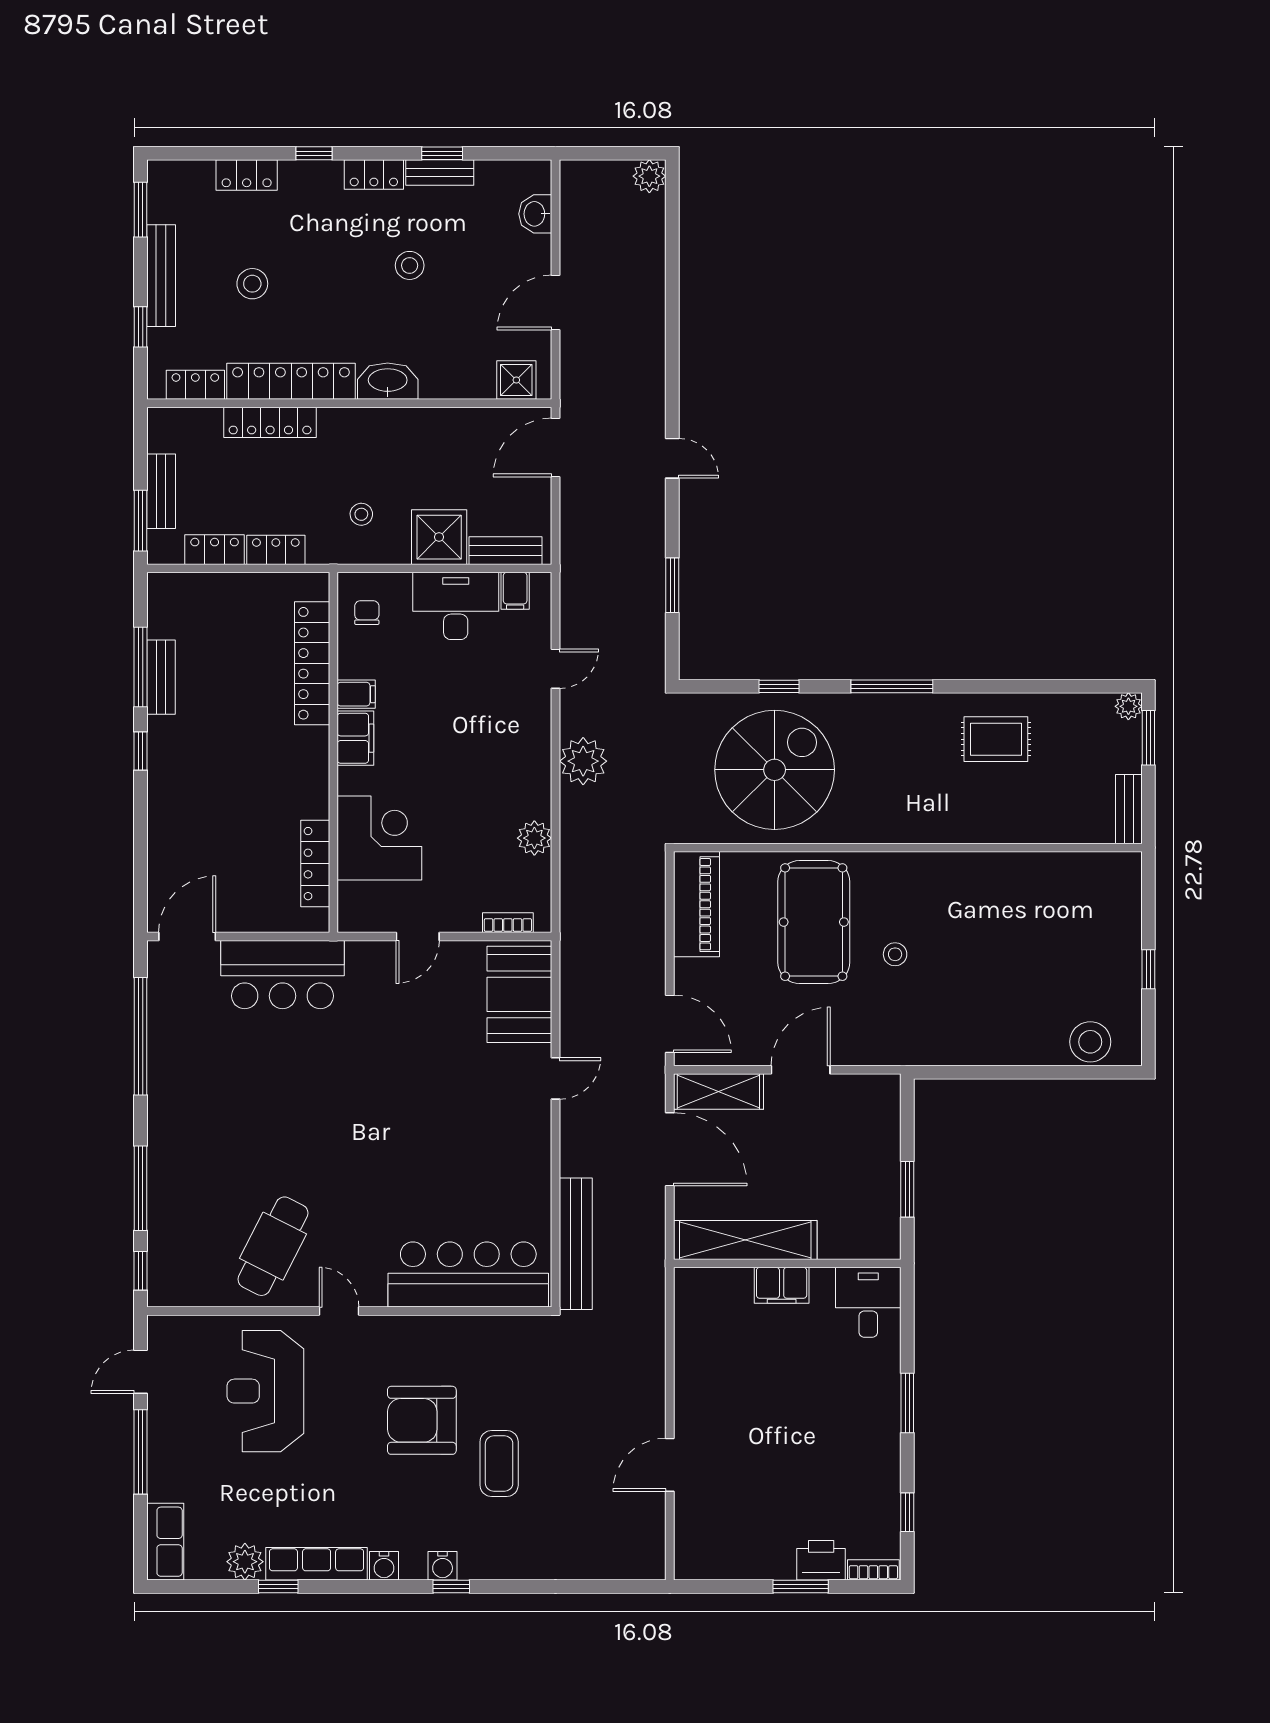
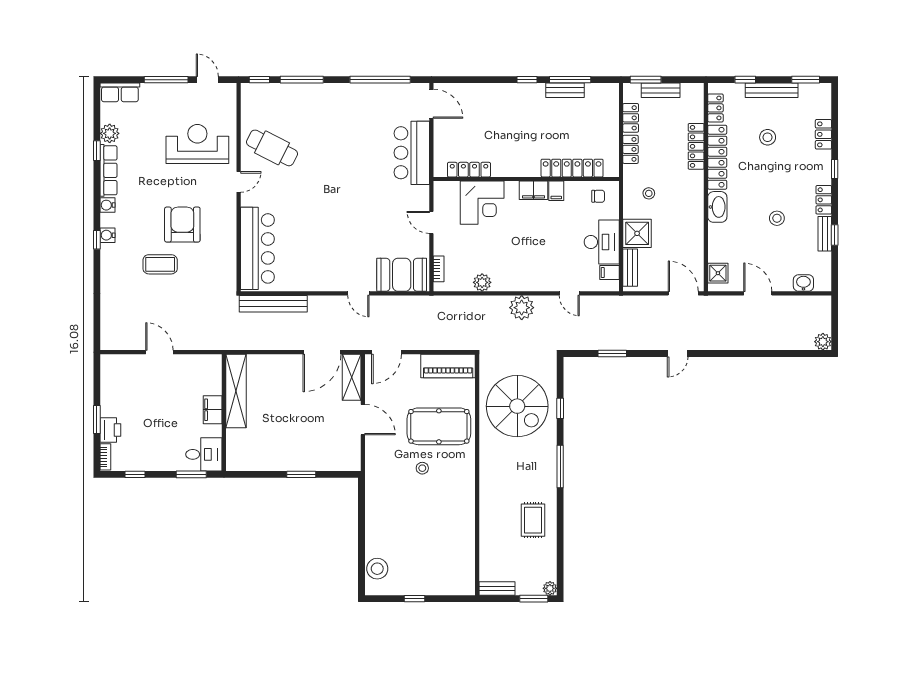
shelving: (745, 1240) -> (236, 391), moved
wall: (787, 1263) -> (224, 413), moved
filing cabinet: (782, 1285) -> (213, 410), moved
desk: (868, 1302) -> (204, 454), moved

